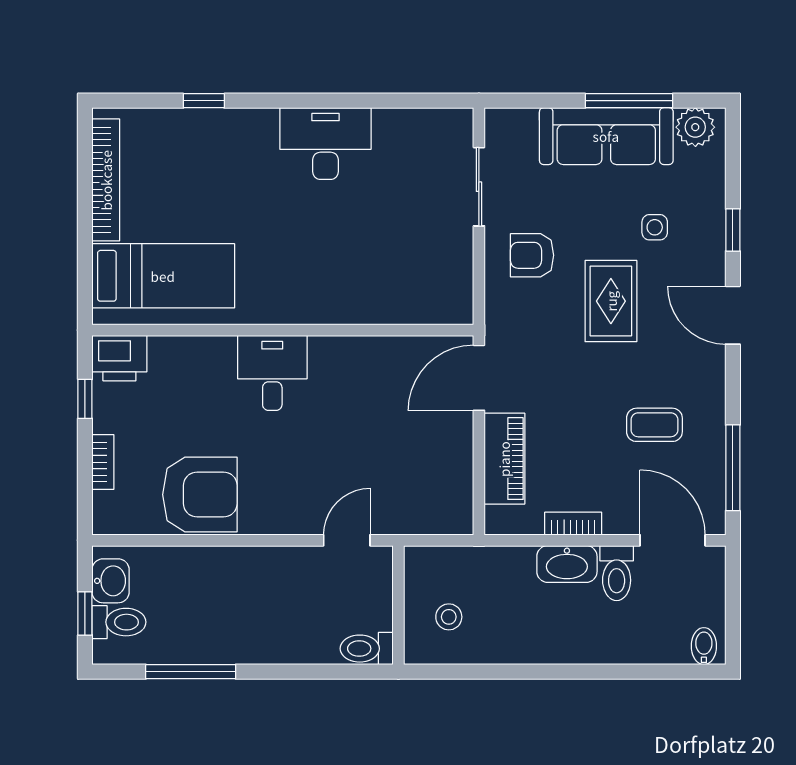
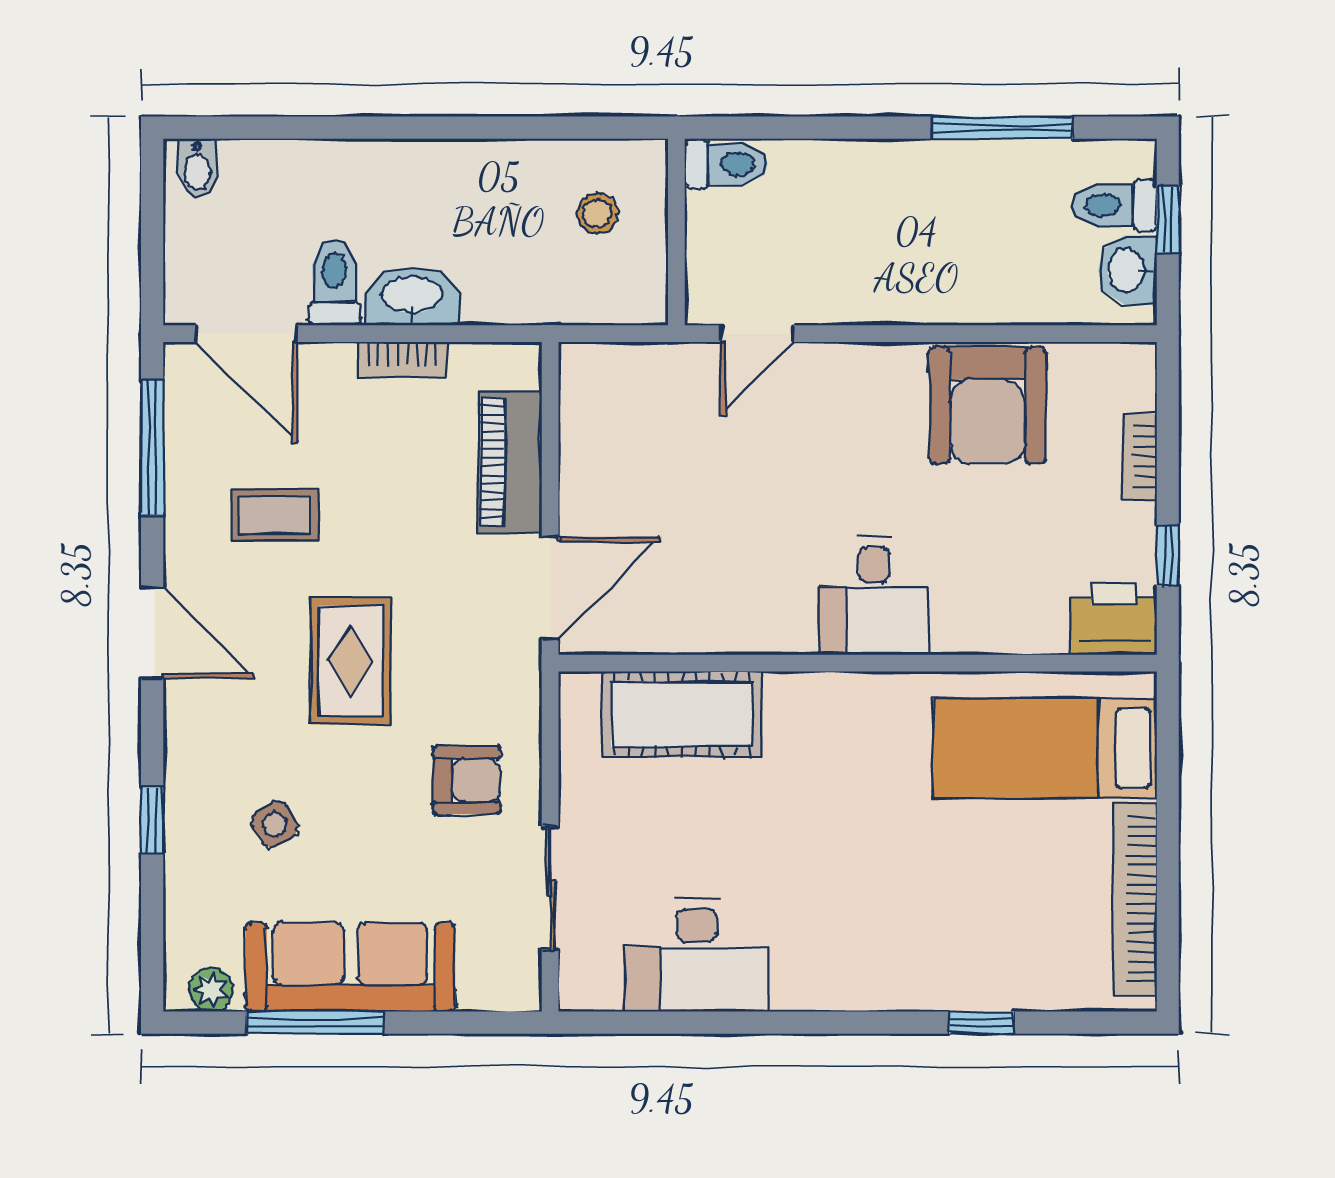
plant: (695, 127) -> (211, 990), width x0.73, depth x0.73
desk: (325, 144) -> (697, 956), moved
side table: (655, 227) -> (275, 824), turned -31
cot: (395, 298) -> (682, 714), added
rug: (611, 301) -> (351, 661), moved
door: (733, 315) -> (152, 632), moved
armchair: (200, 495) -> (988, 405), turned -90

